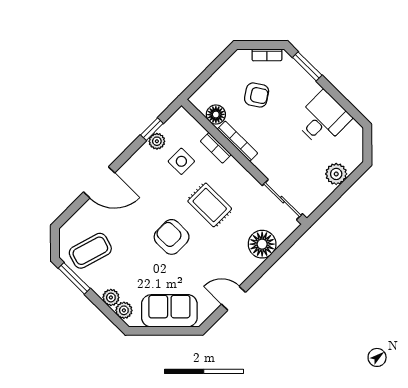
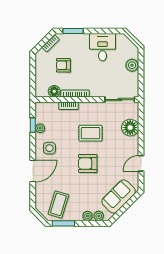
armchair: (257, 95) -> (63, 65), turned -147
side table: (181, 161) -> (49, 148), moved

